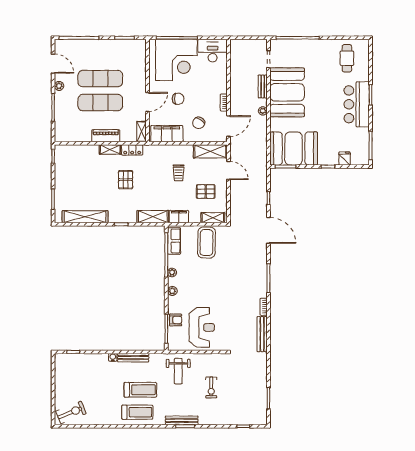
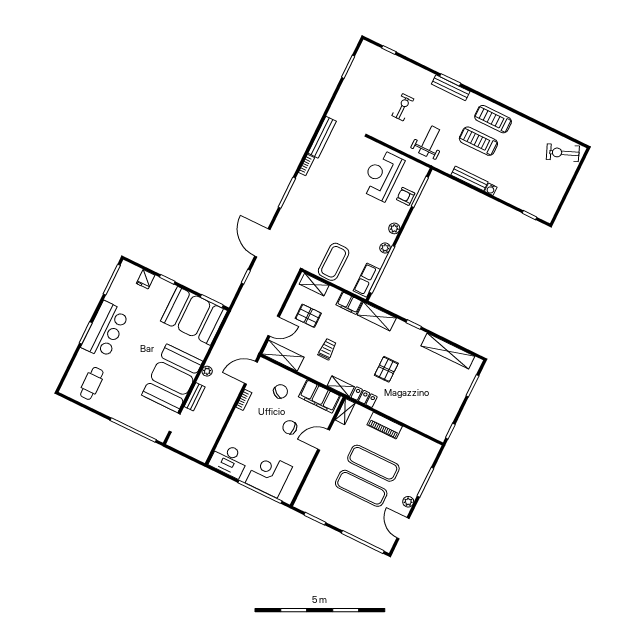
corner desk: (176, 60) -> (269, 475), width x0.74, depth x0.74
shelving: (110, 149) -> (341, 386), moved
door: (228, 170) -> (274, 326), swing flipped

